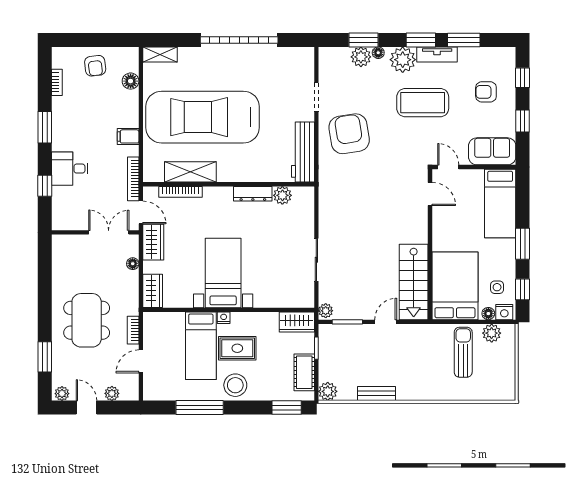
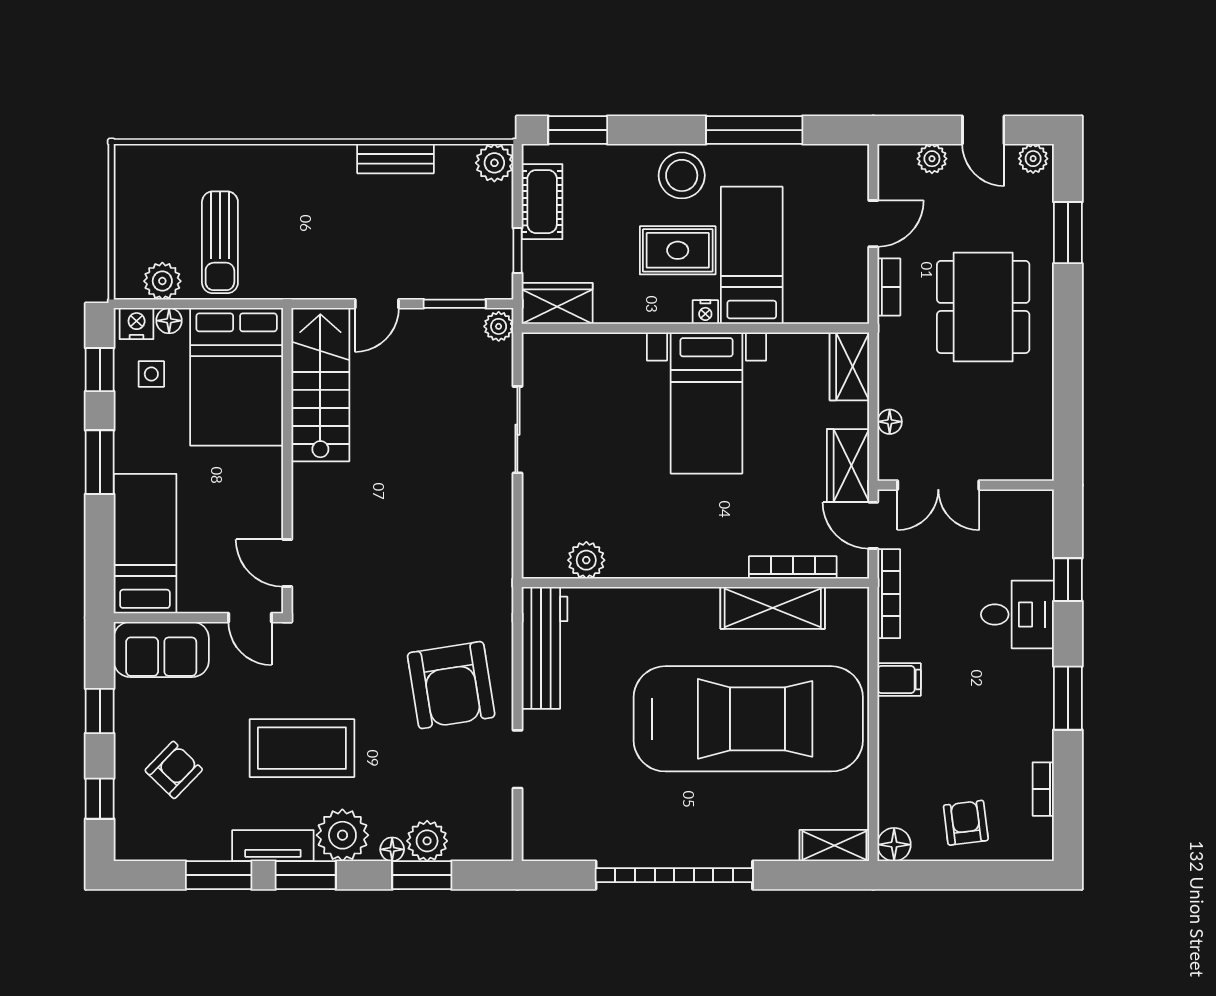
floor lamp: (131, 81) -> (894, 845), moved
armchair: (486, 92) -> (174, 770), turned -46
dresser: (253, 194) -> (646, 563), removed

